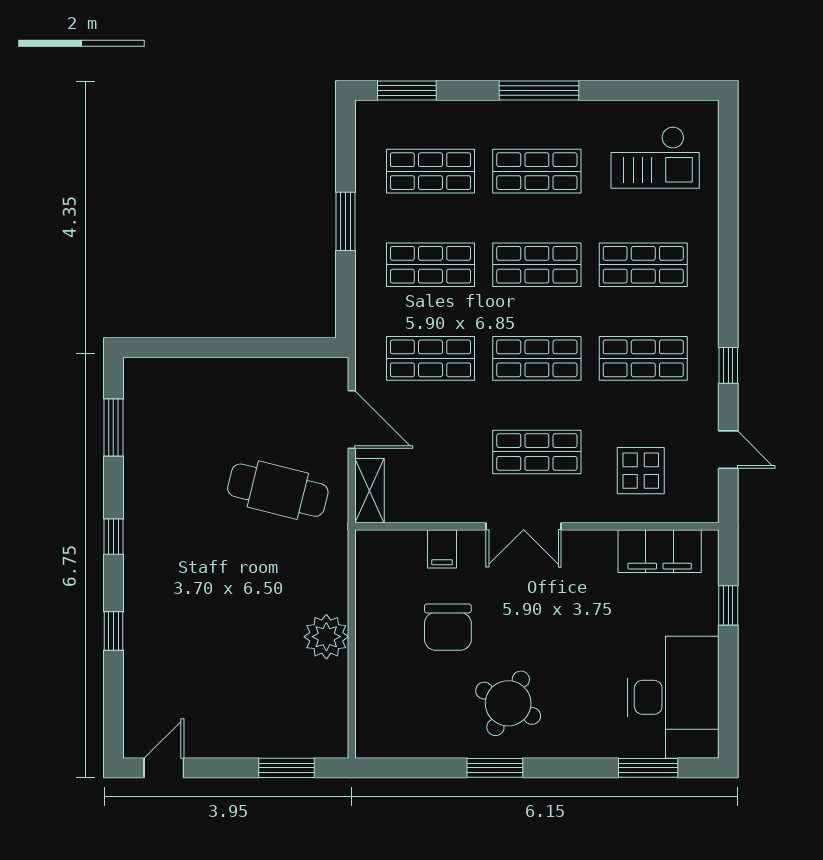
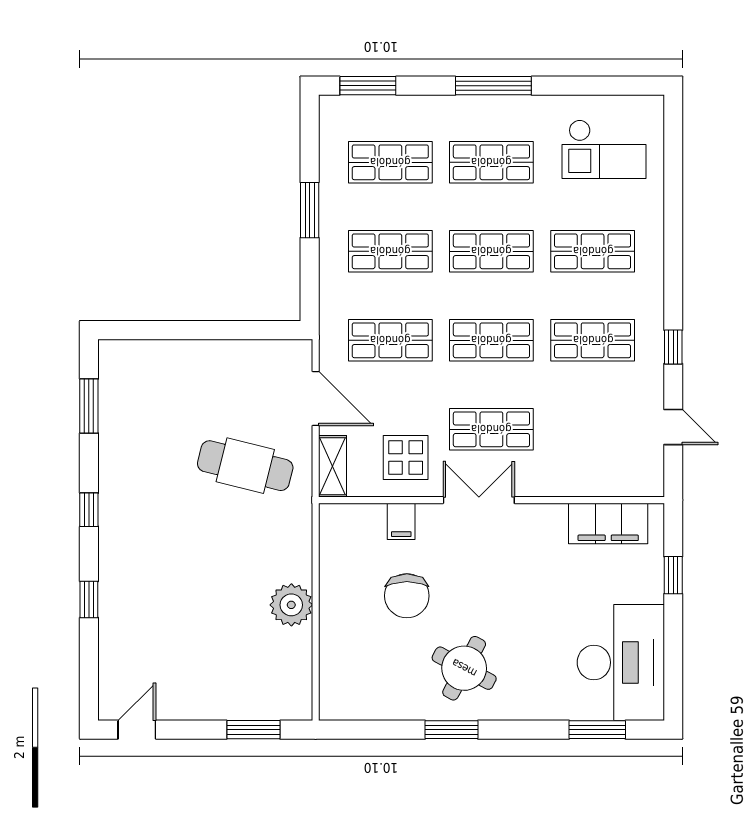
display table: (641, 471) -> (406, 458), moved
double door: (524, 526) -> (479, 500), swing flipped

